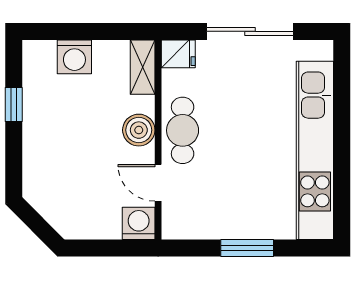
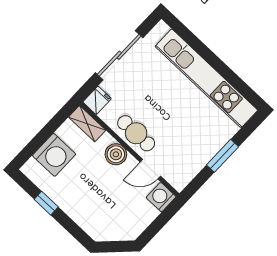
washing machine: (74, 57) -> (54, 155), width x1.37, depth x1.37

